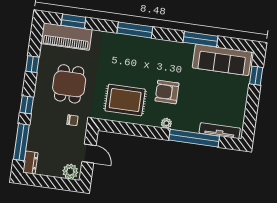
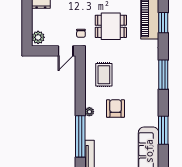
rug: (125, 100) -> (104, 75), width x0.73, depth x0.70
door: (89, 153) -> (66, 51), moved

